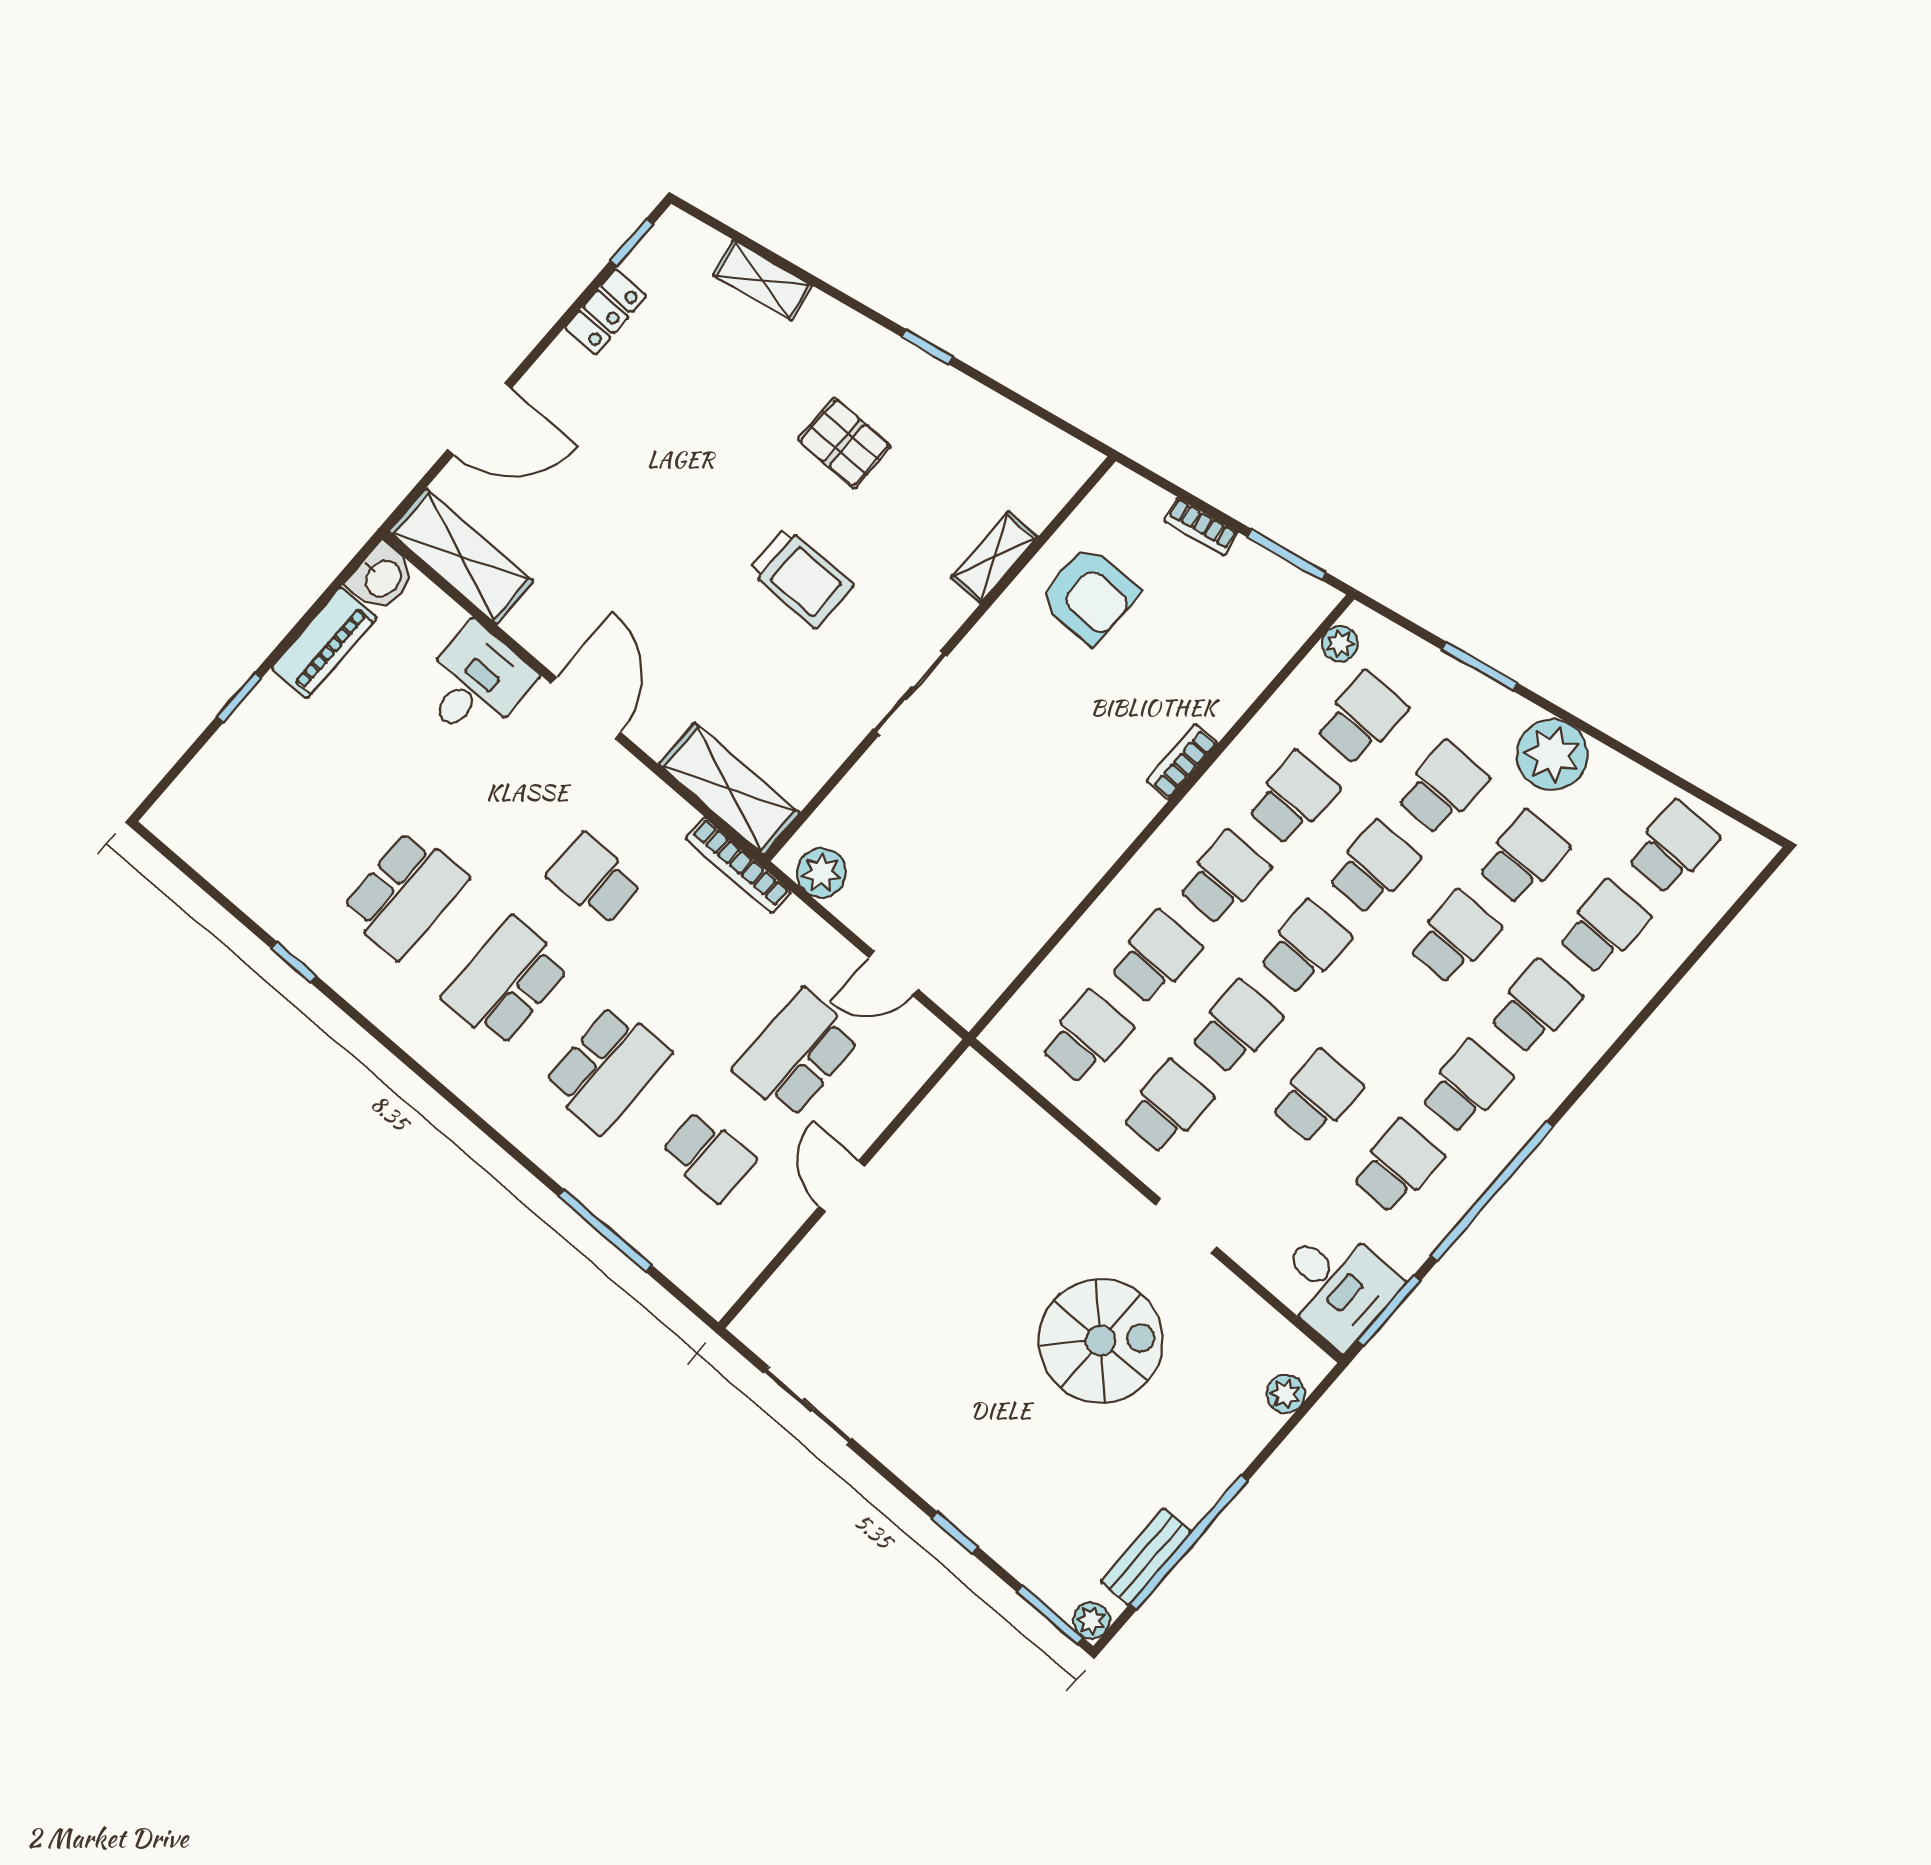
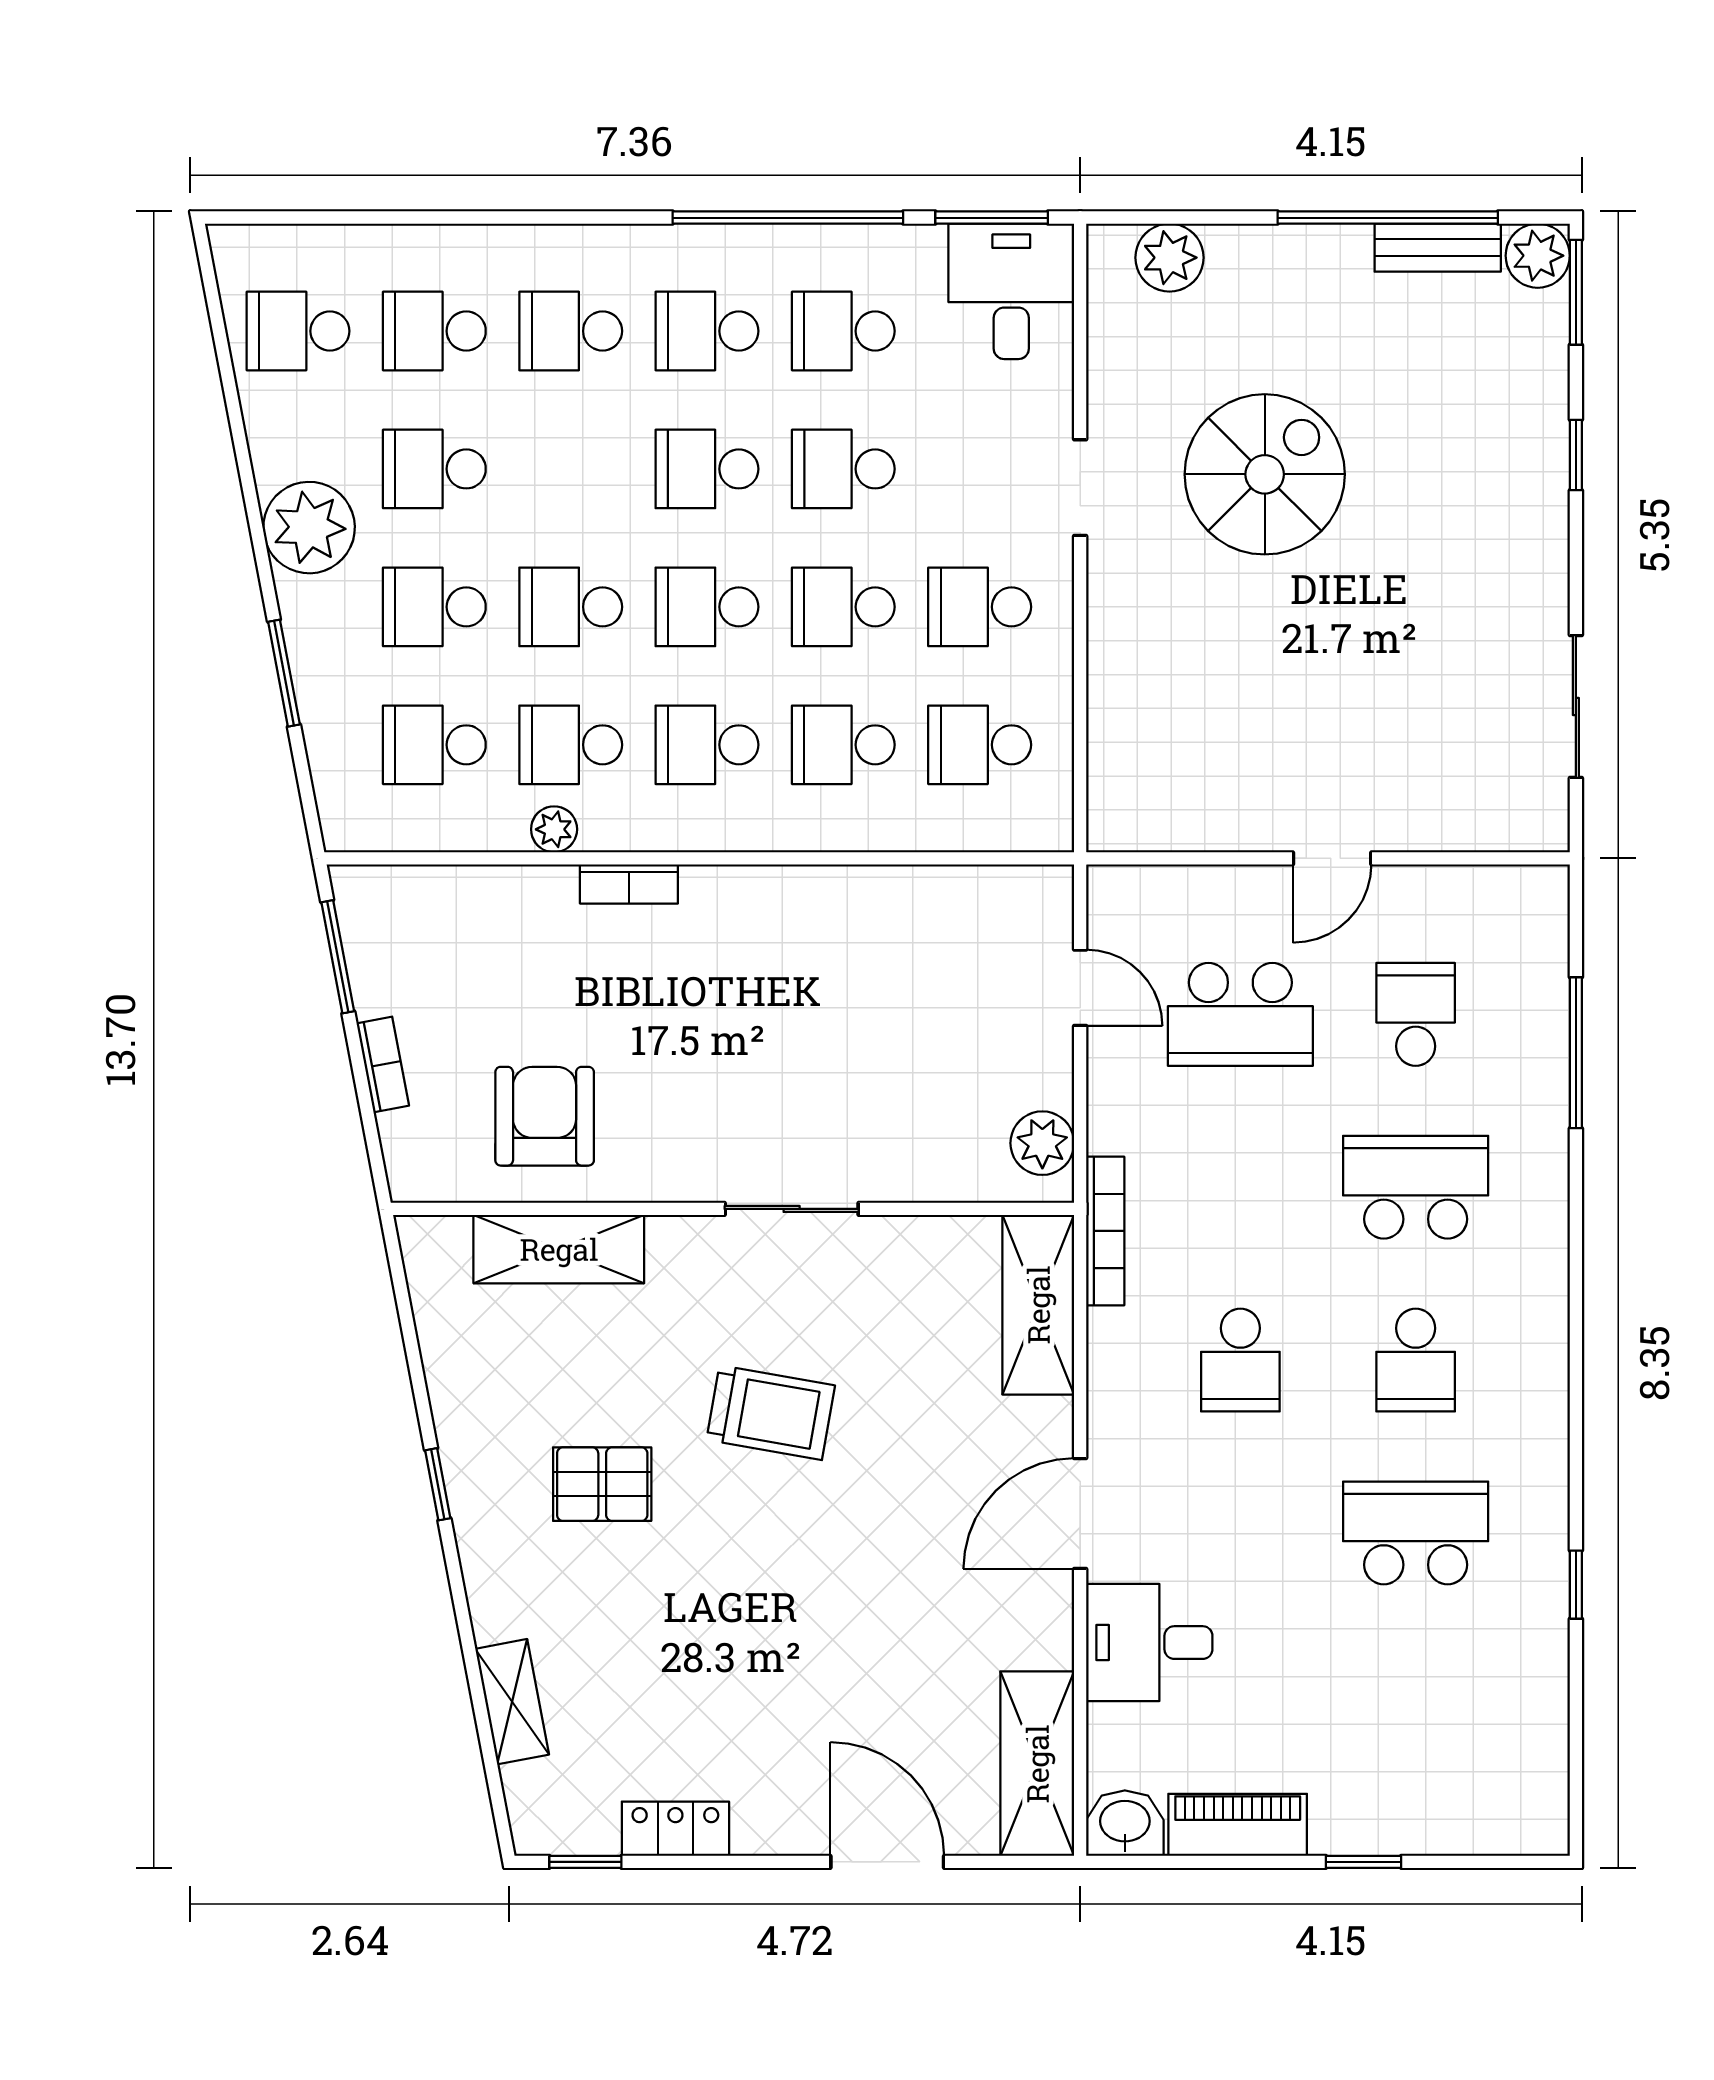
pallet: (844, 443) -> (602, 1484), turned 90
shelving: (994, 557) -> (559, 1249), width x1.50, depth x1.33
trolley: (801, 578) -> (771, 1413), turned 100
plant: (1340, 644) -> (554, 829), moved
school desk: (1454, 937) -> (707, 469), moved
school desk: (506, 982) -> (1416, 1360), width x0.54
spiral stairs: (1101, 1341) -> (1265, 474), turned 90
plant: (1286, 1394) -> (1169, 258), width x1.38, depth x1.38
plant: (1091, 1621) -> (1538, 256), width x1.38, depth x1.38

